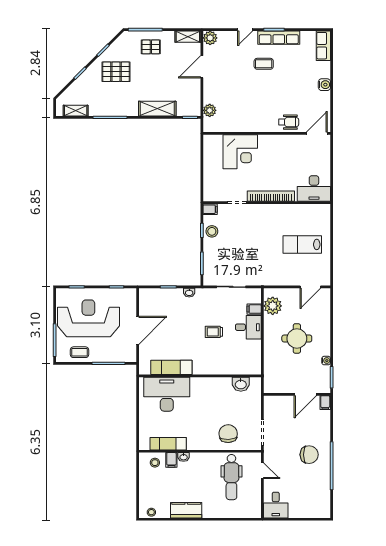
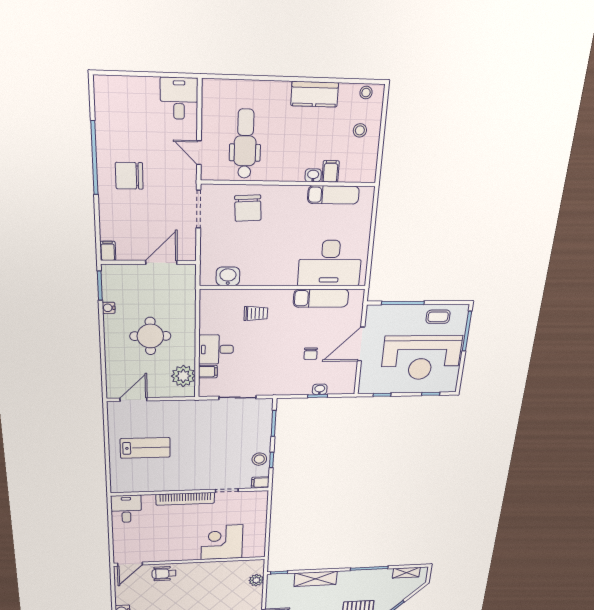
desk: (314, 189) -> (126, 509), width x0.73
washbasin: (189, 293) -> (320, 389), moved
chair: (176, 323) -> (311, 354), added
trolley: (214, 332) -> (256, 313), moved
door: (305, 394) -> (161, 262), moved
stool: (155, 463) -> (360, 130), moved

